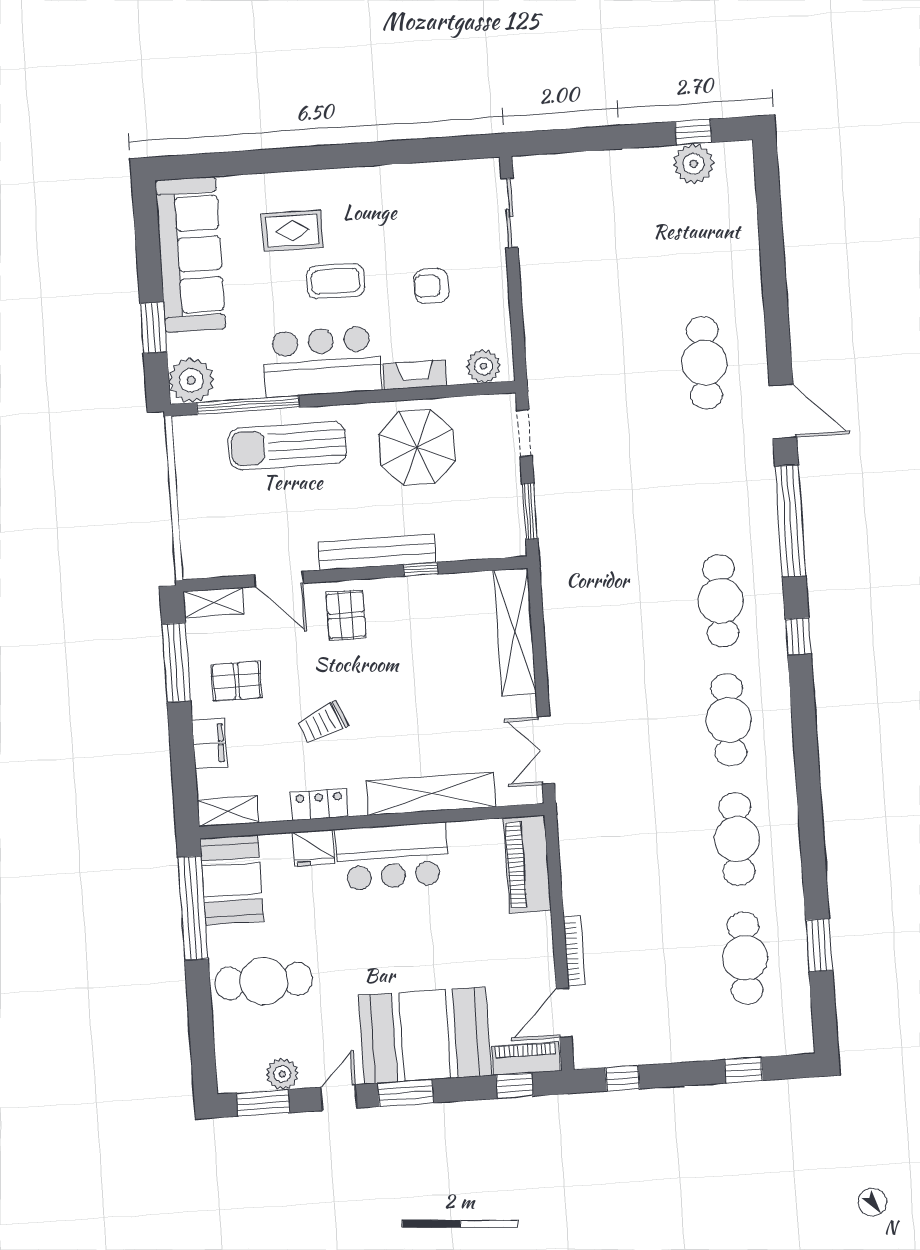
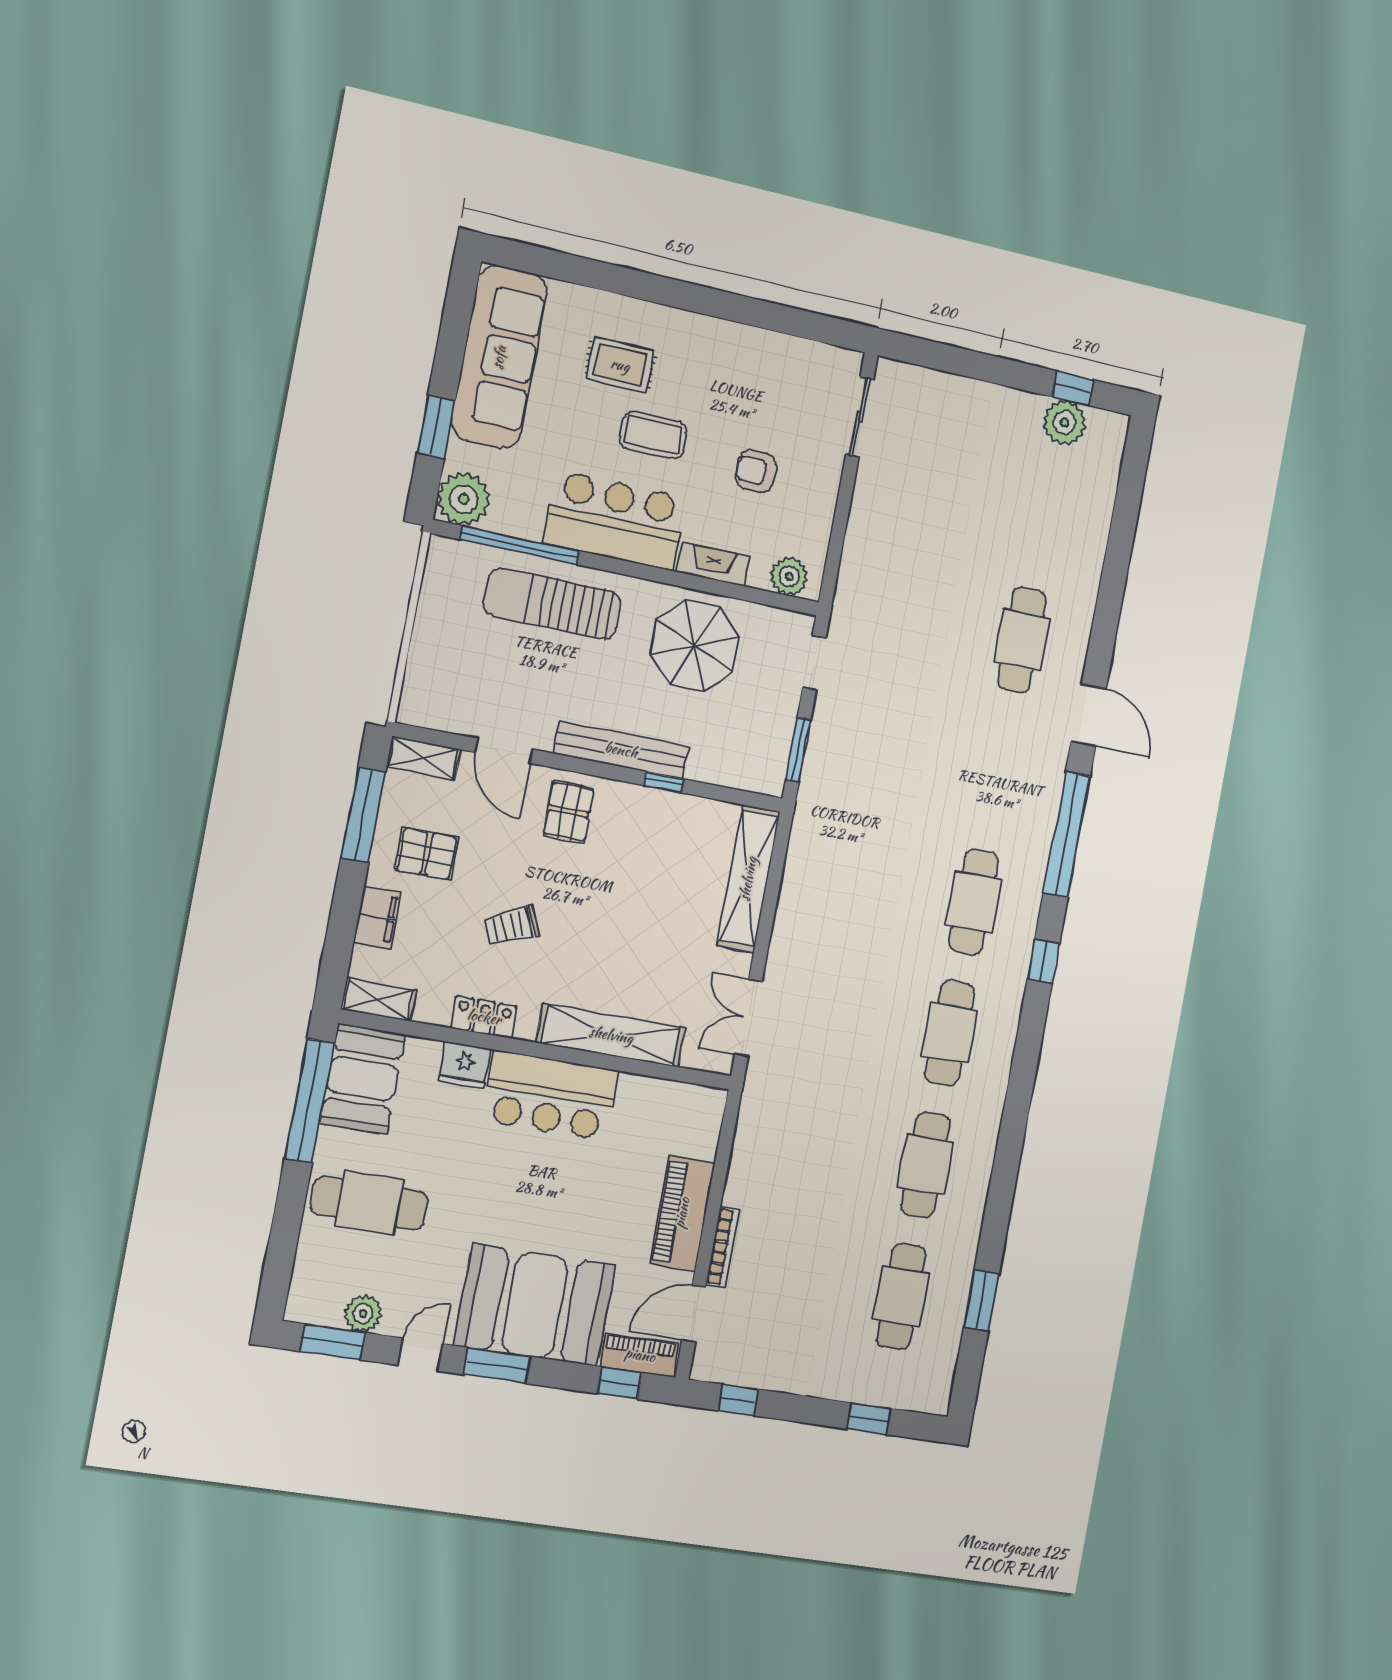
piano: (527, 864) -> (682, 1213), moved

